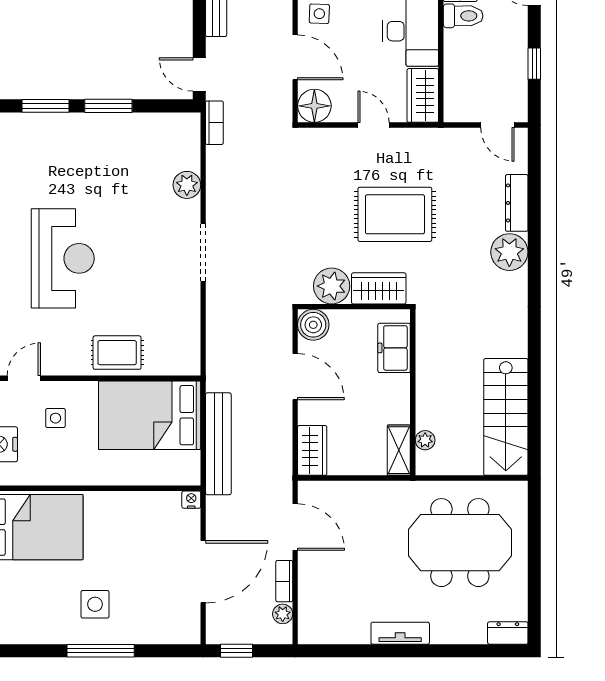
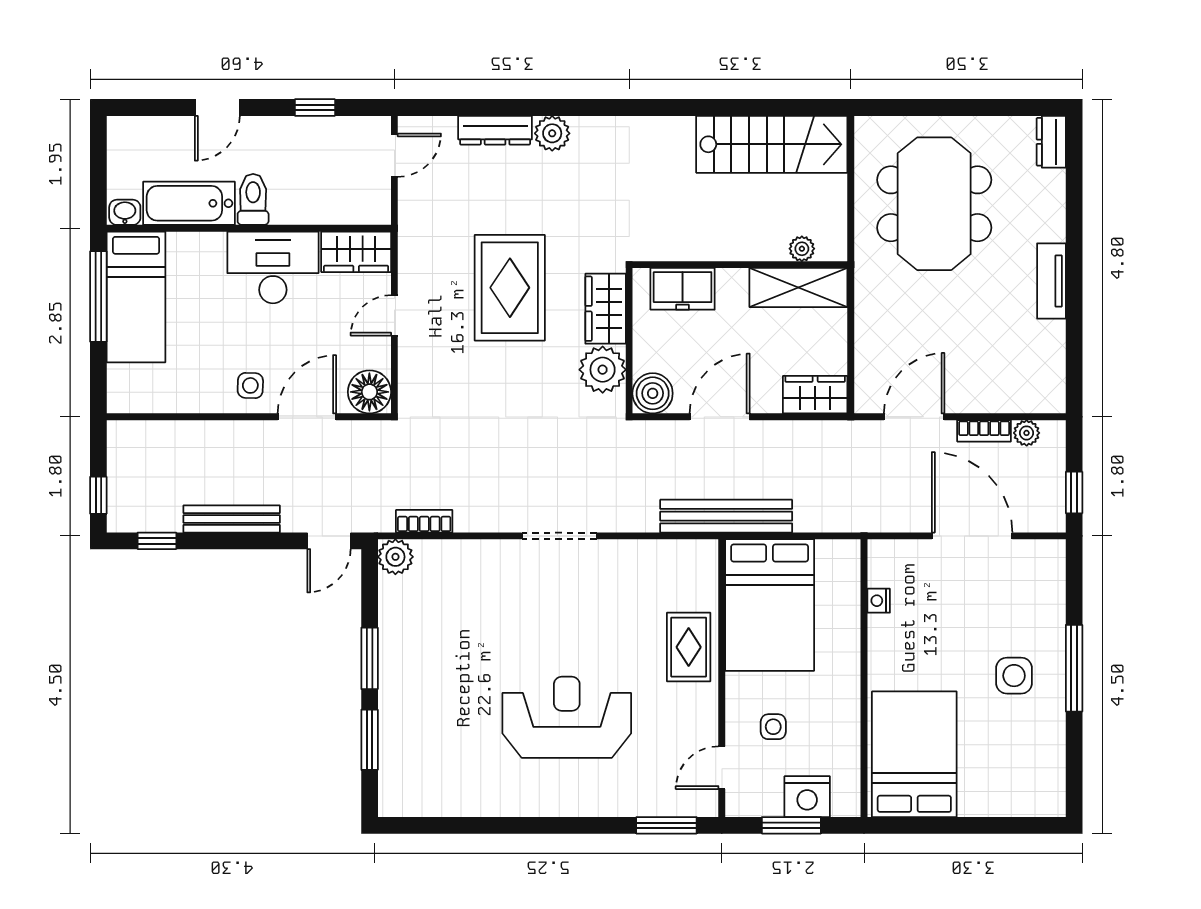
bookcase: (214, 123) -> (424, 521), moved
plant: (187, 185) -> (395, 557), moved
plant: (509, 252) -> (552, 133), width x0.73, depth x0.73
door: (24, 378) -> (722, 768), hinge flipped
bench: (218, 444) -> (726, 516), moved
shelving: (399, 450) -> (798, 288), width x1.50, depth x1.33
nightstand: (191, 500) -> (879, 601), moved

